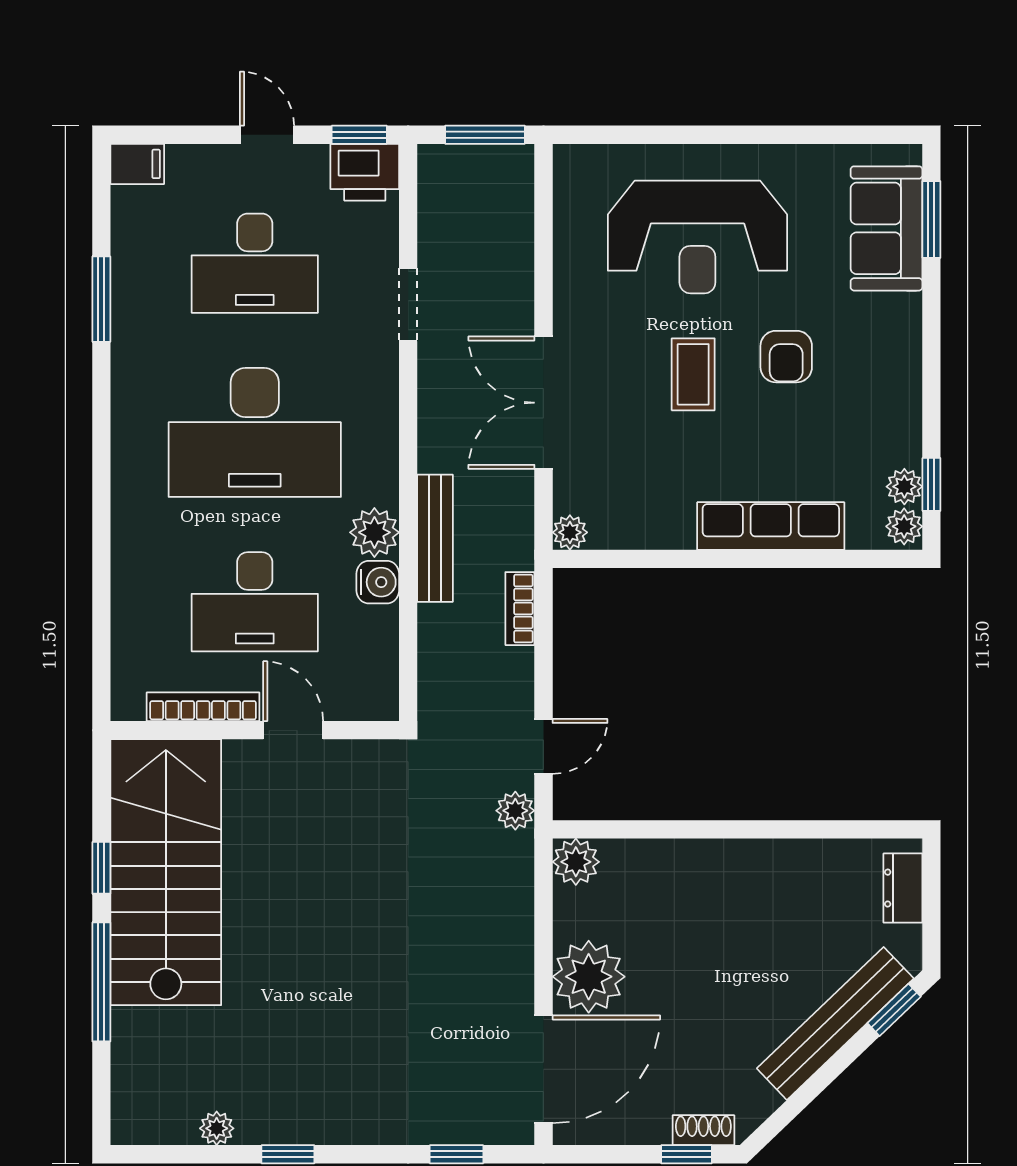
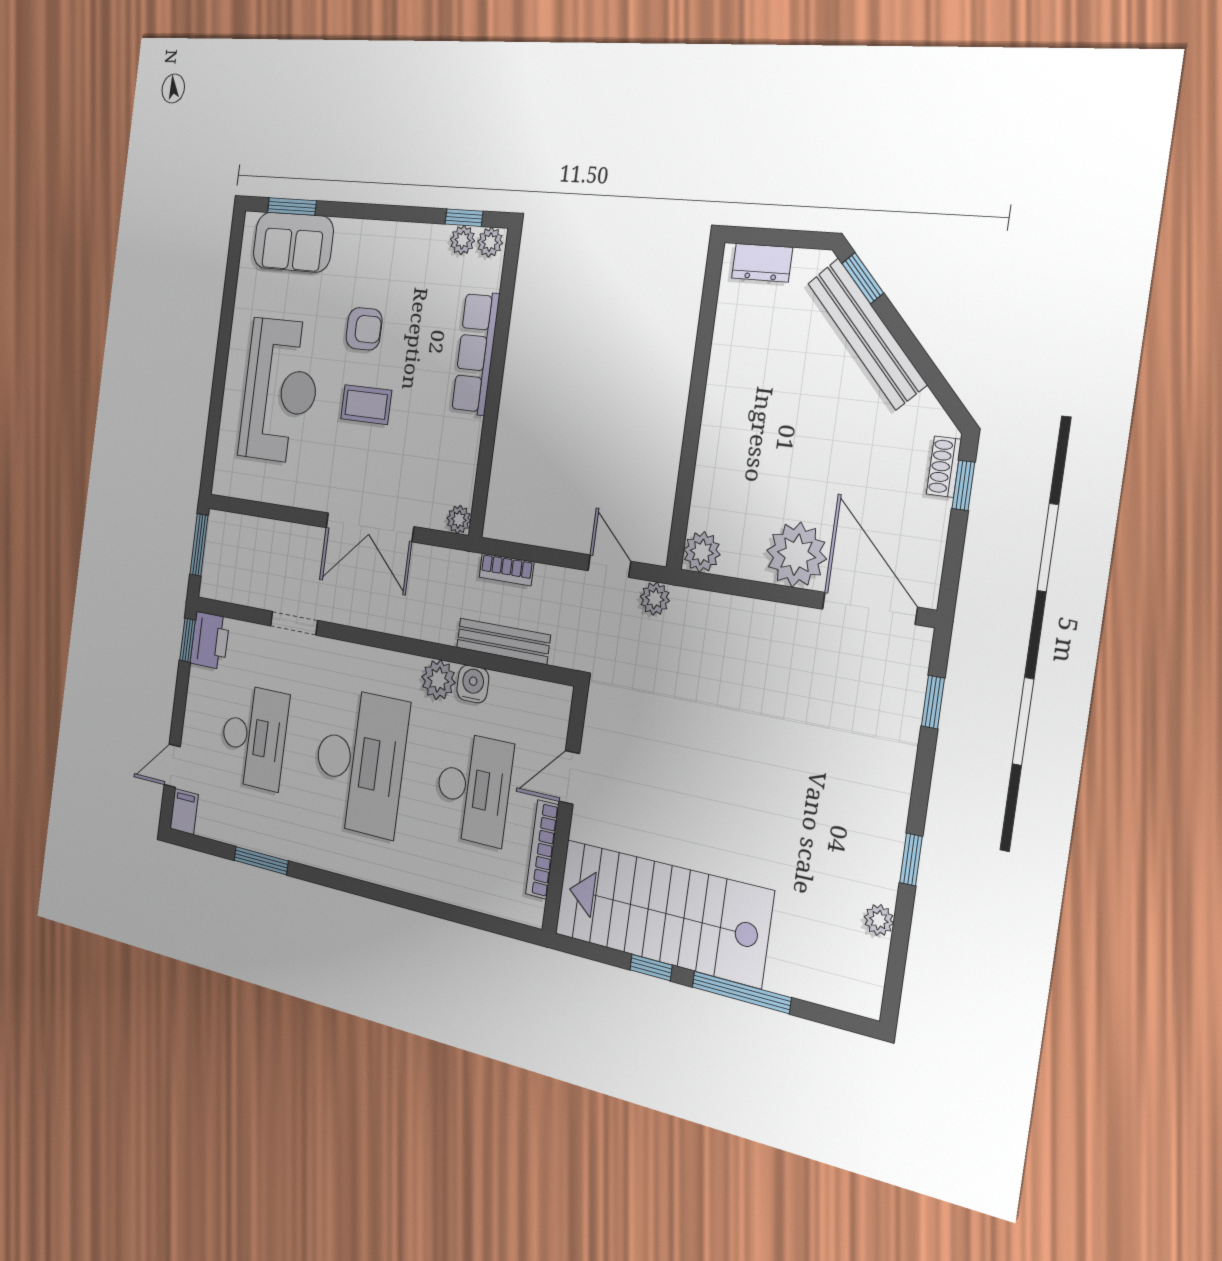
door: (267, 135) -> (172, 766), moved
bench: (435, 538) -> (503, 641), moved

